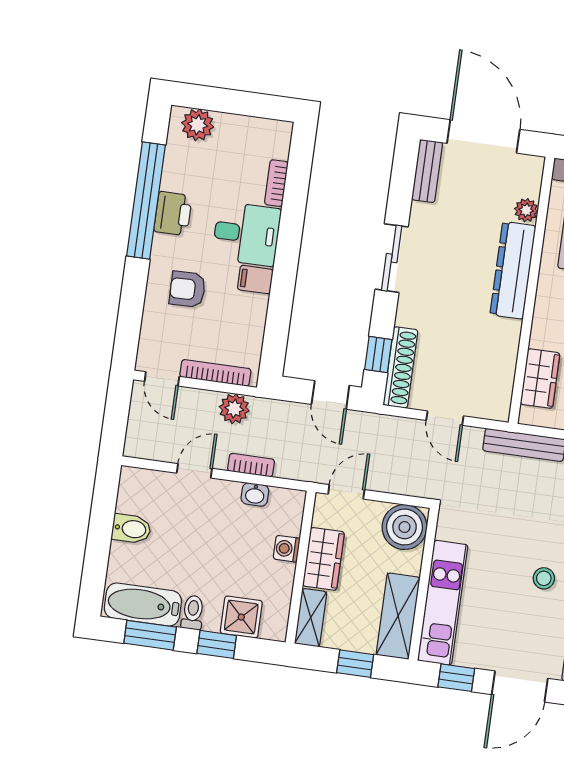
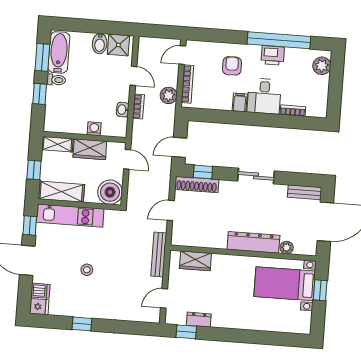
shower: (241, 617) -> (118, 45), moved

